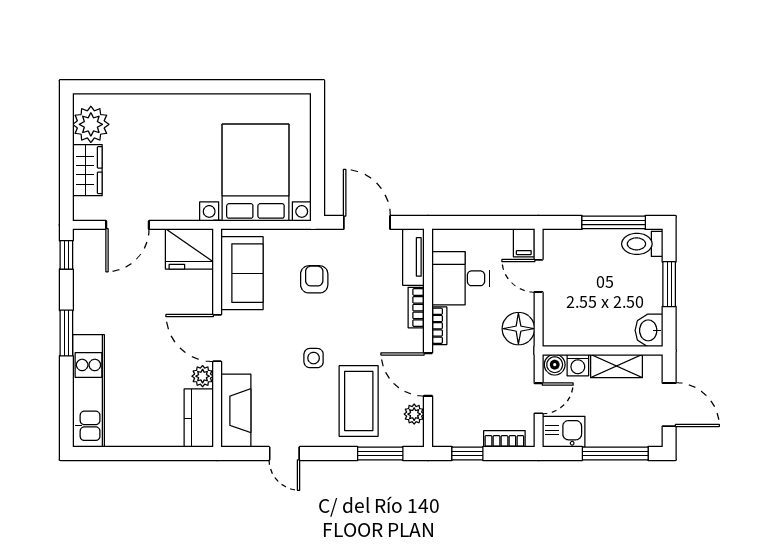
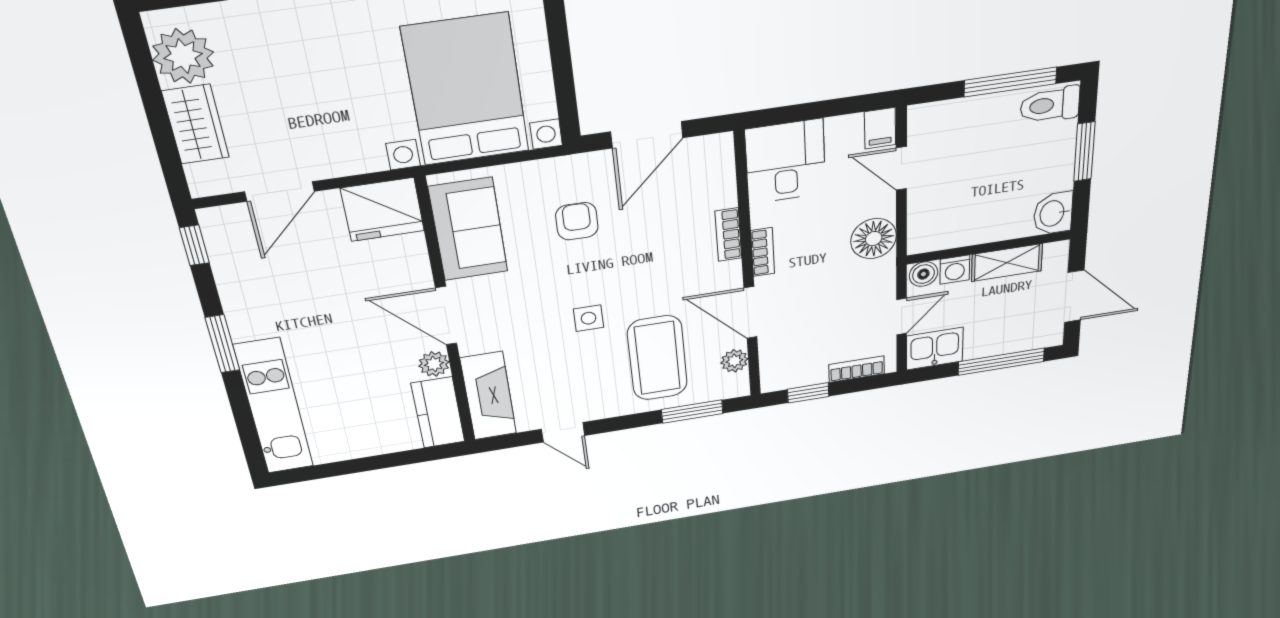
door: (367, 222) -> (647, 135), swing flipped
tv unit: (413, 257) -> (720, 171), removed
desk: (460, 278) -> (786, 162), moved, turned 90

